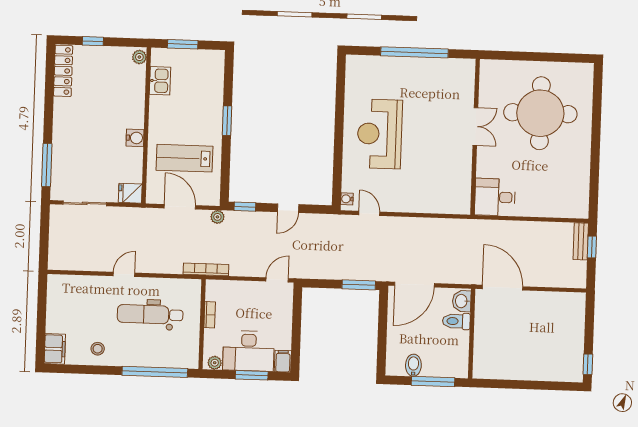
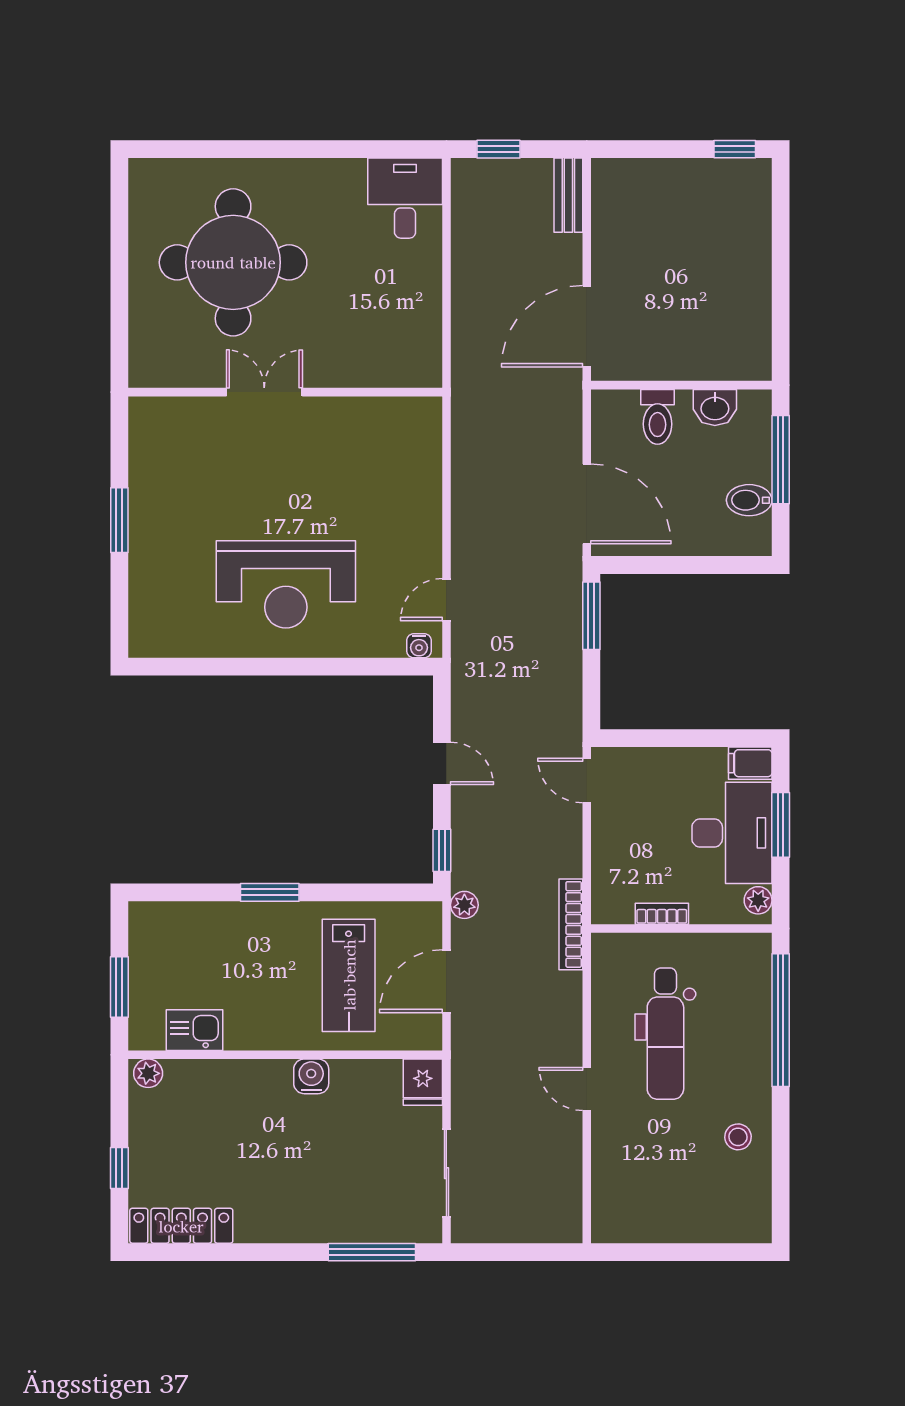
window: (414, 52) -> (119, 520), width x0.47
desk: (495, 197) -> (405, 198), moved, turned 180
bench: (581, 241) -> (568, 195), moved, turned 90
washbasin: (462, 301) -> (715, 407), moved
filing cabinet: (55, 349) -> (741, 1223), removed

